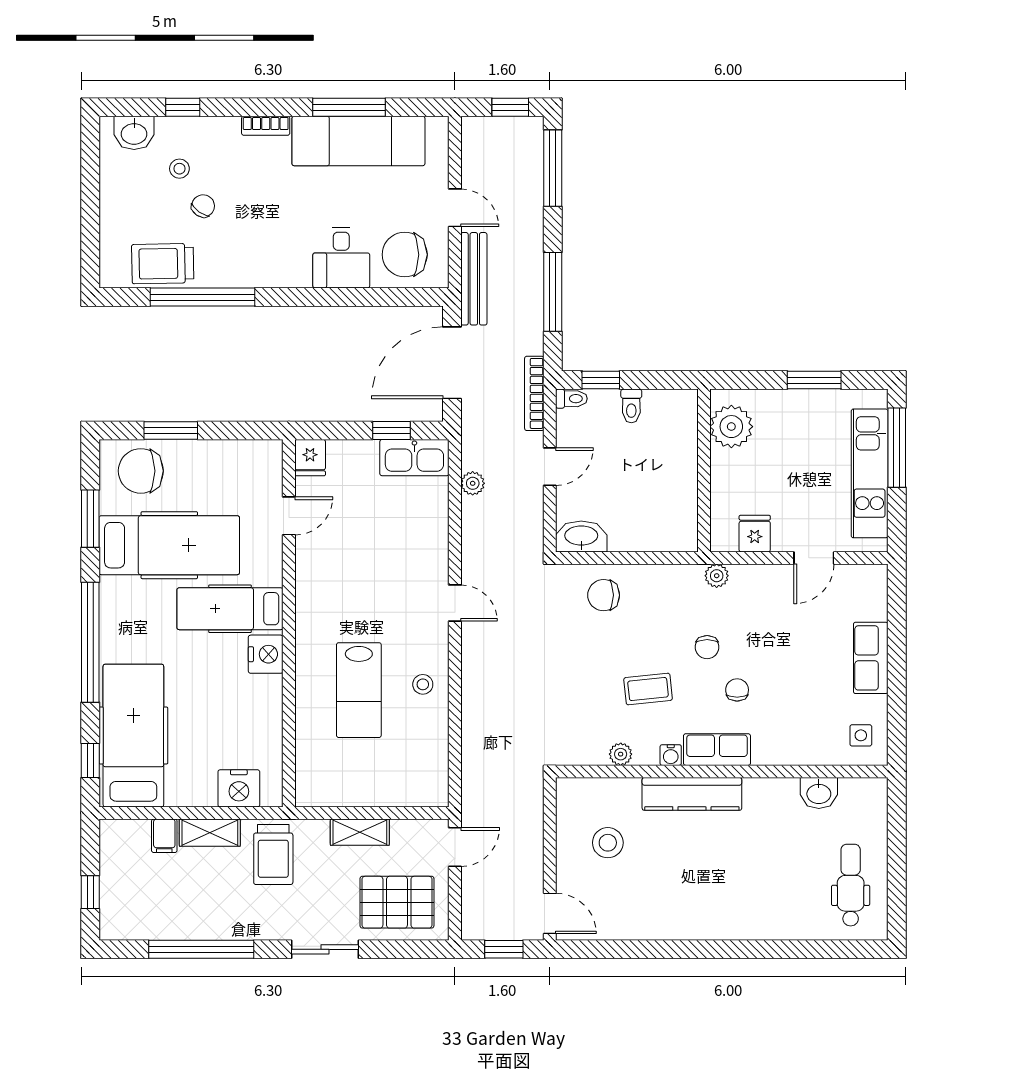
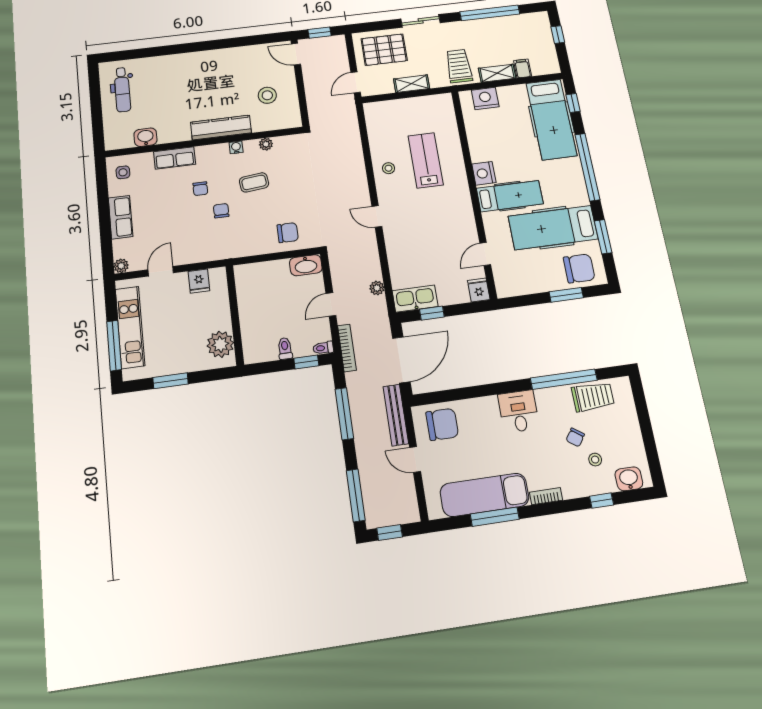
desk: (341, 258) -> (519, 411), moved
plant: (717, 576) -> (121, 266), moved
row of seats: (717, 750) -> (175, 158), moved

